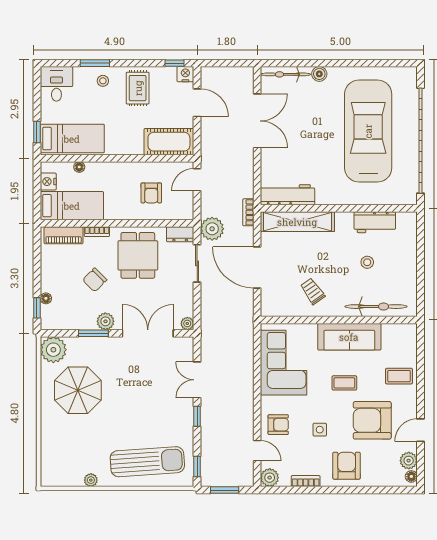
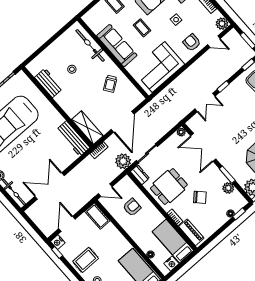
cot: (169, 142) -> (97, 216), width x0.73, depth x0.75
shelving: (297, 222) -> (87, 128), width x0.68
plant: (105, 321) -> (228, 188), moved
door: (257, 451) -> (214, 42), swing flipped

